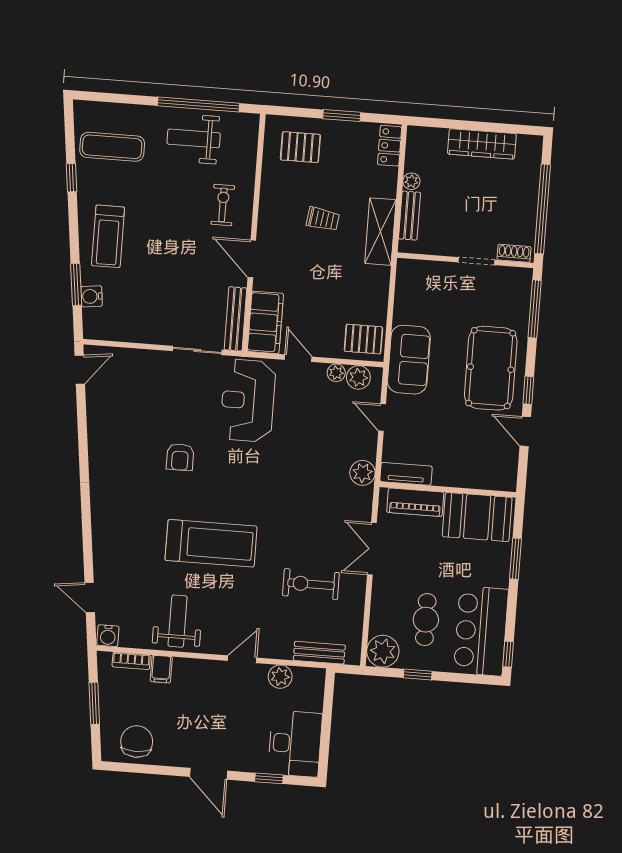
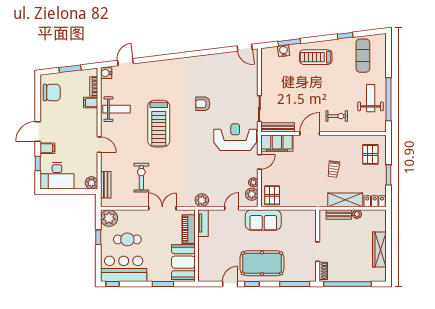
shelving: (380, 232) -> (345, 200), moved
plant: (280, 677) -> (92, 183), moved
filing cabinet: (242, 758) -> (47, 148), added

